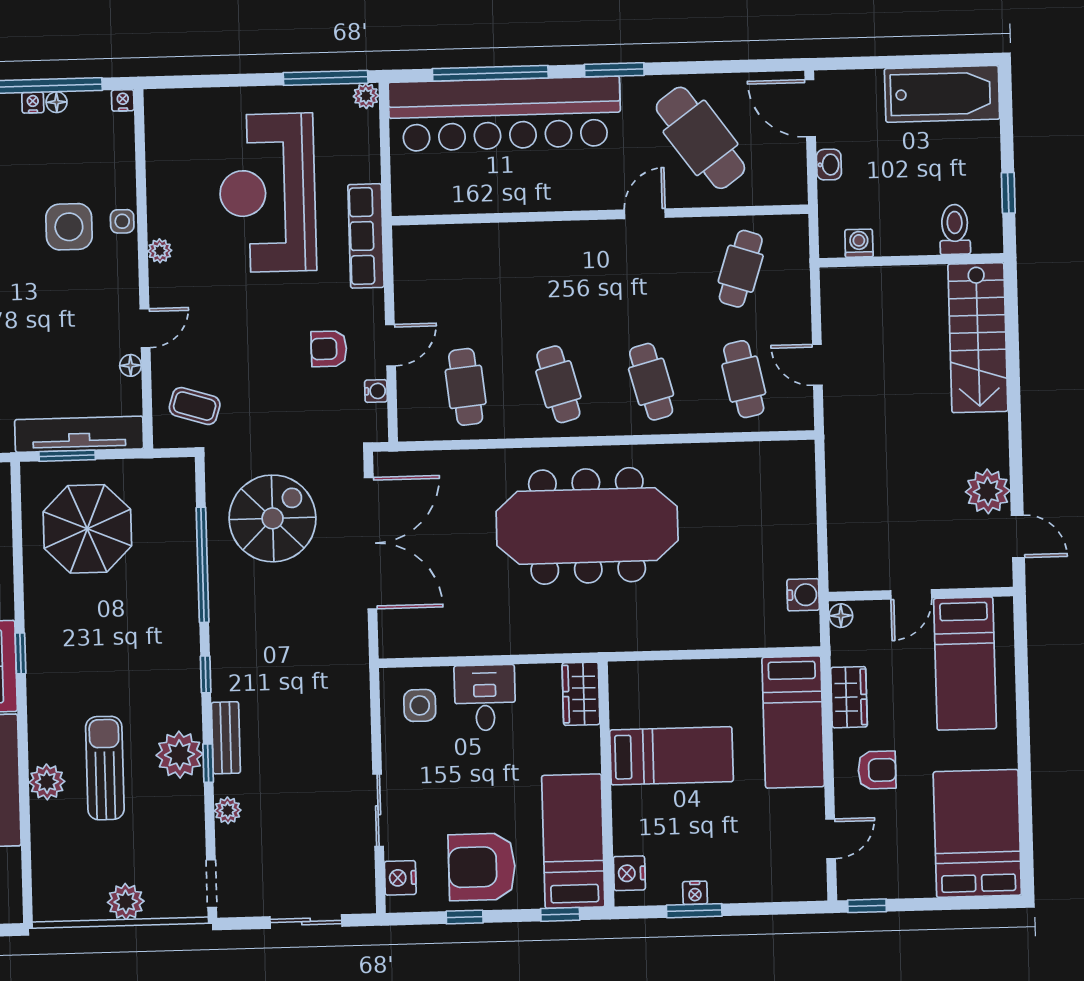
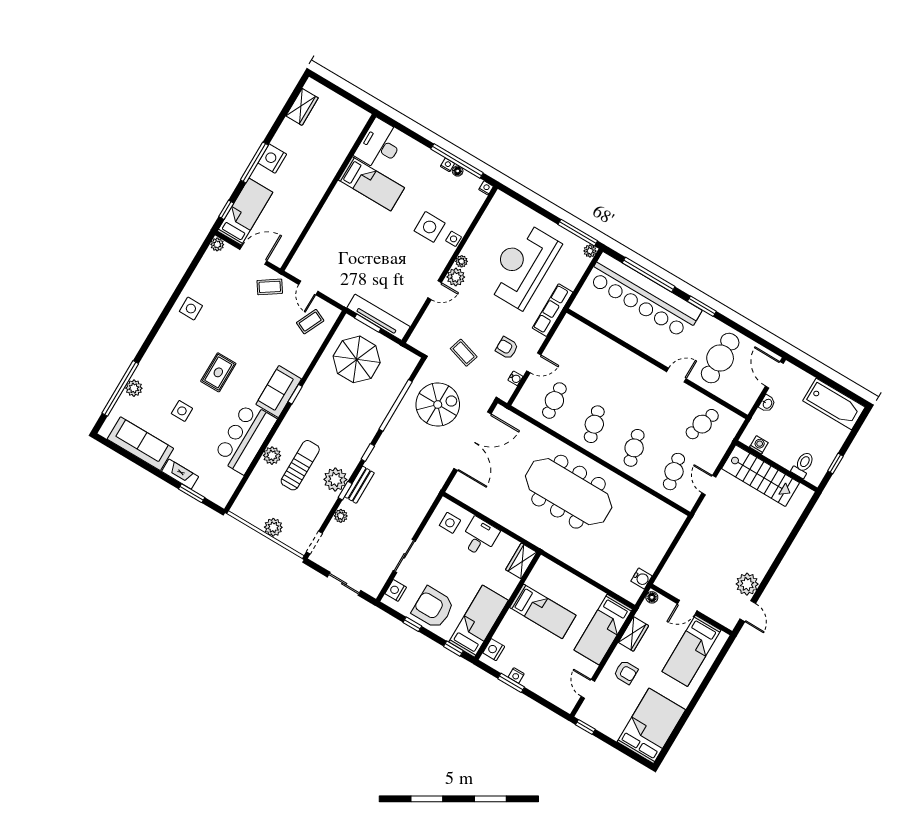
cafe table: (700, 138) -> (720, 358), turned 36
plant: (167, 283) -> (456, 277), added
stairs: (978, 338) -> (760, 476), moved, turned -90
floor lamp: (131, 365) -> (419, 302), removed
coffee table: (195, 406) -> (464, 353), moved
door: (831, 839) -> (588, 689), swing flipped

